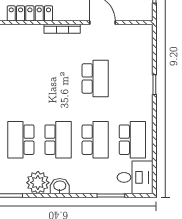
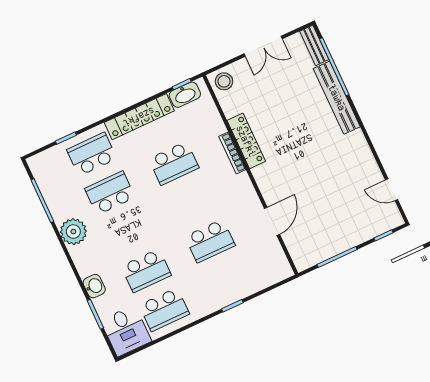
bookcase: (62, 29) -> (232, 153), moved
school desk: (58, 140) -> (174, 163), moved
washbasin: (60, 186) -> (94, 286), moved

